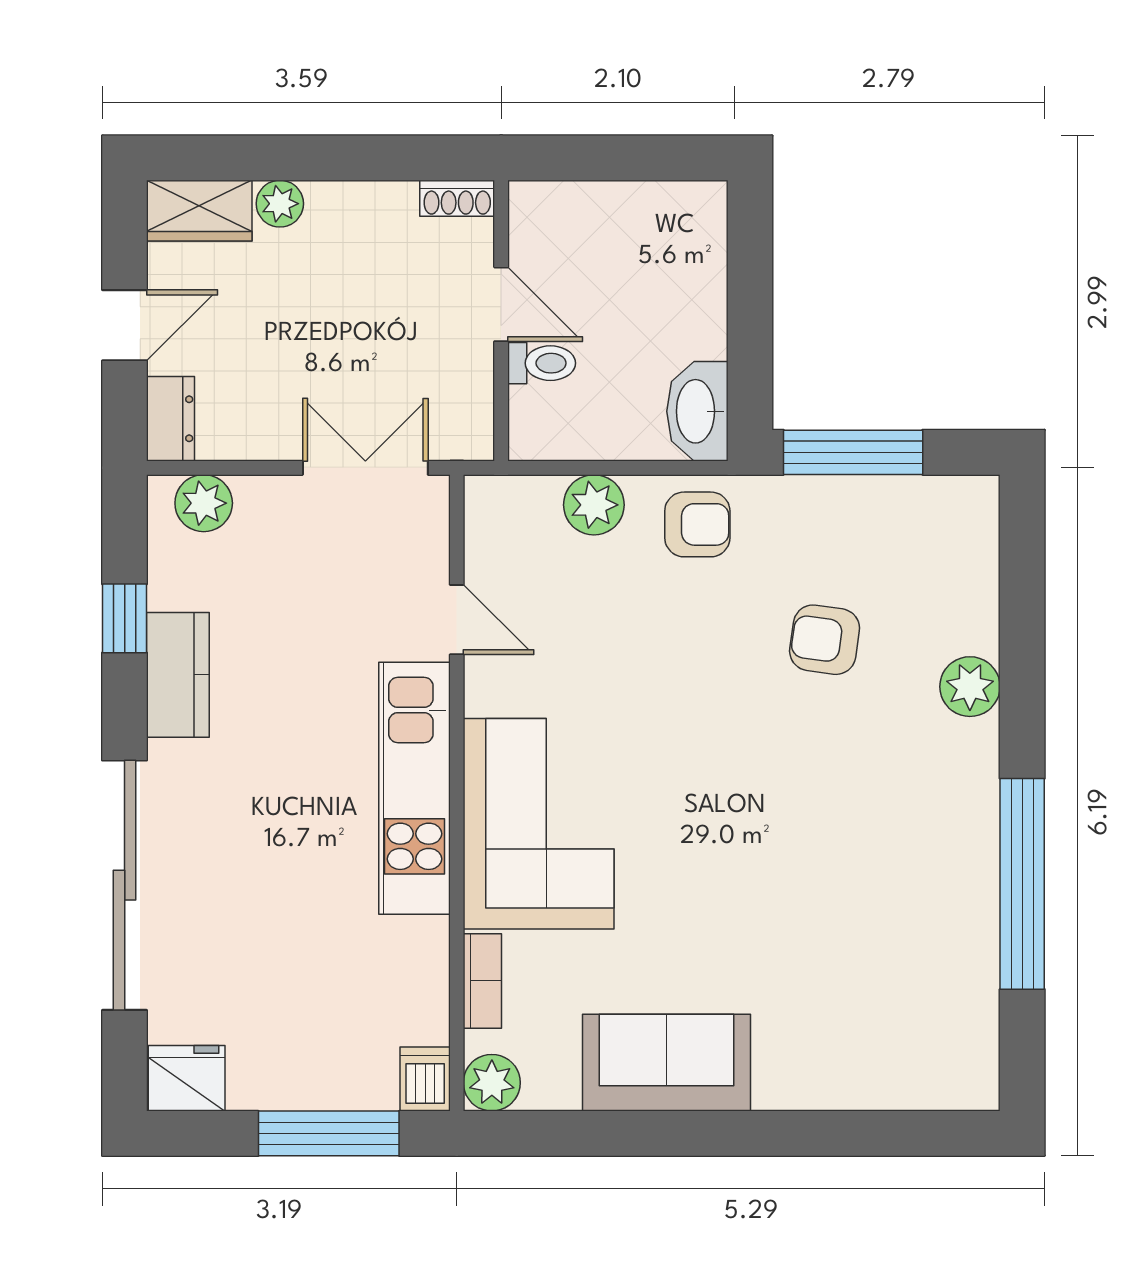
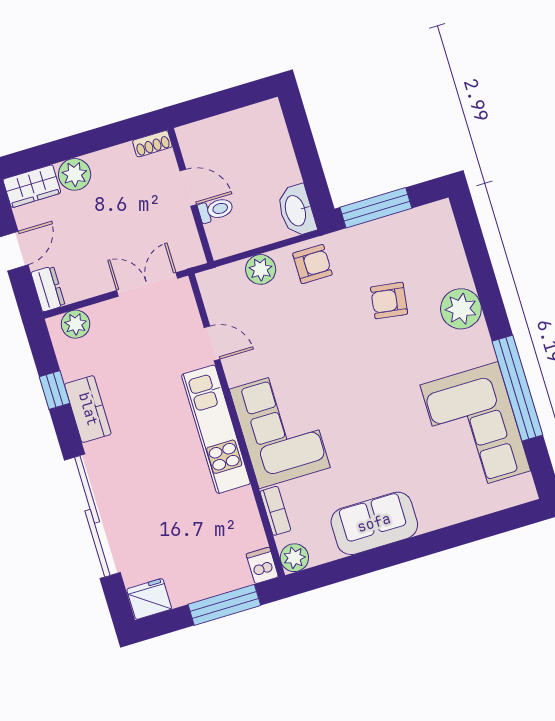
plant: (280, 204) -> (75, 174), width x1.38, depth x1.38
plant: (970, 687) -> (461, 309), width x1.36, depth x1.36
corner sofa: (918, 936) -> (475, 428), added

